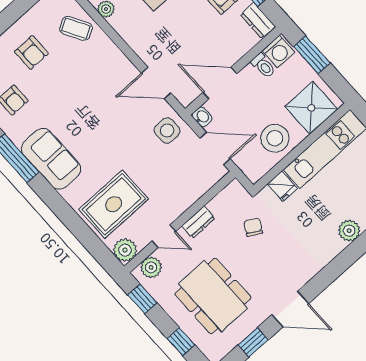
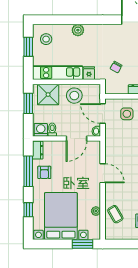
window: (312, 55) -> (28, 103), moved
door: (156, 83) -> (103, 173), moved
door: (220, 83) -> (76, 139), hinge flipped
side table: (167, 130) -> (127, 114), moved

